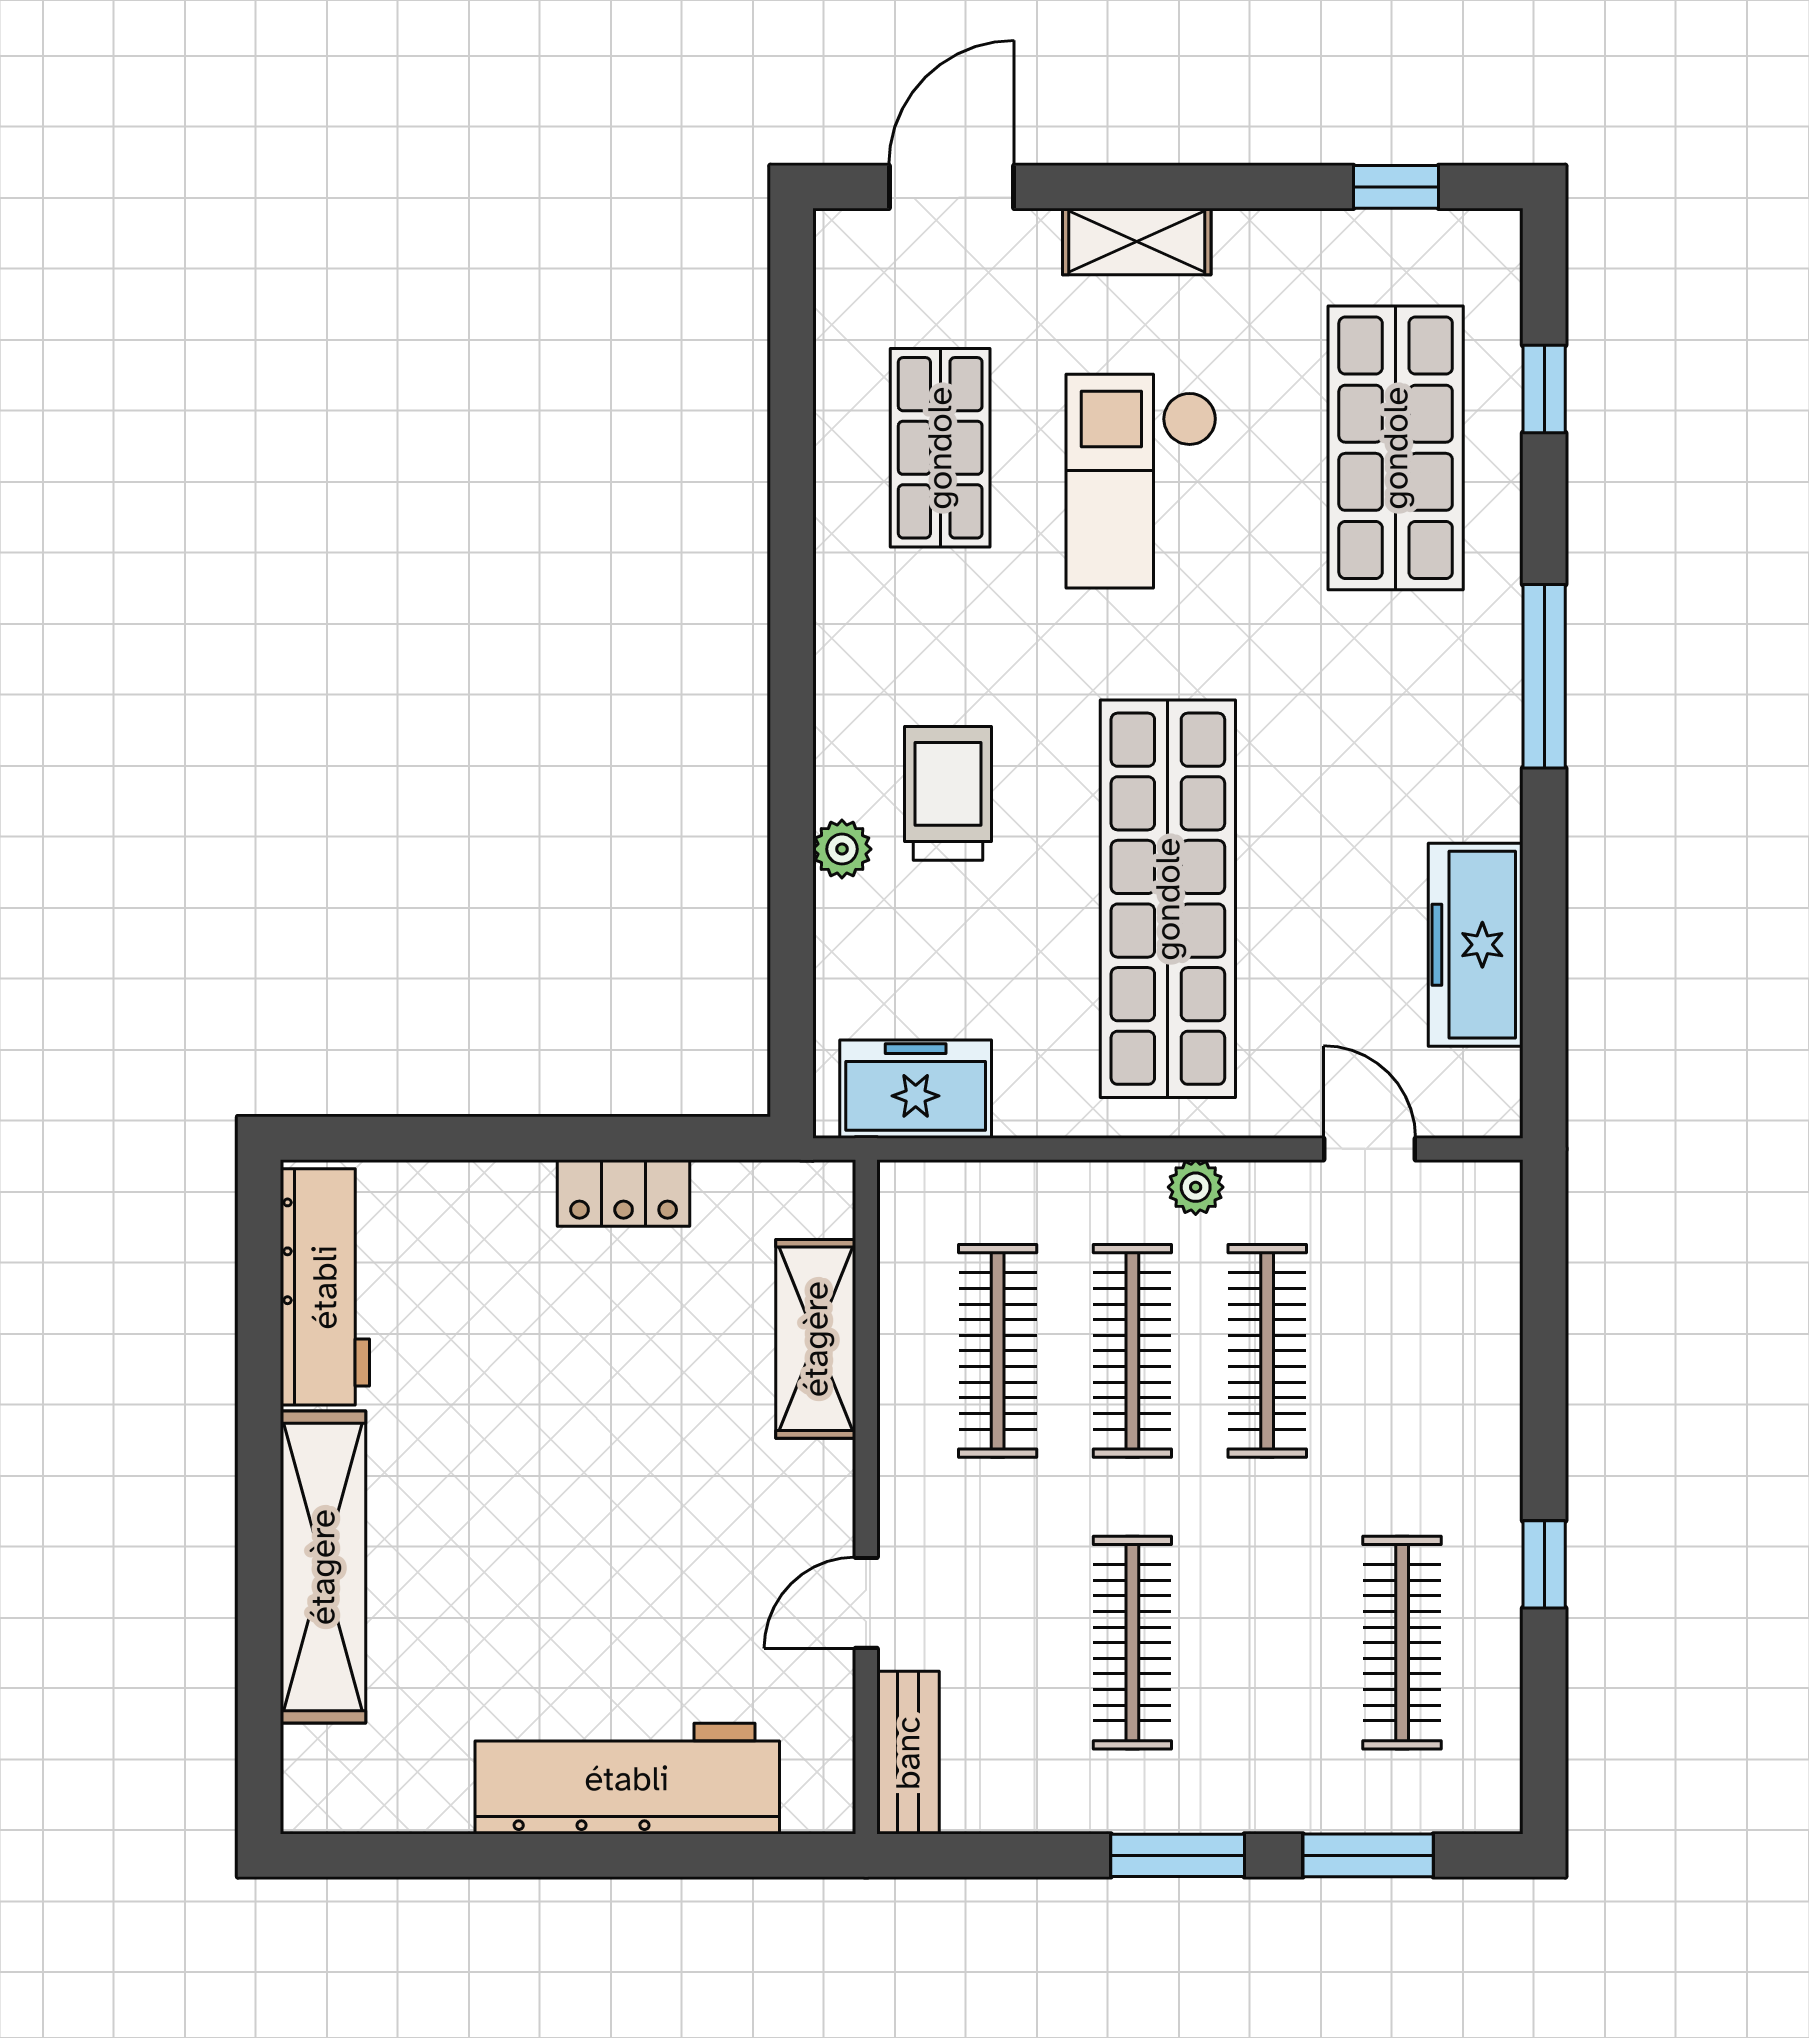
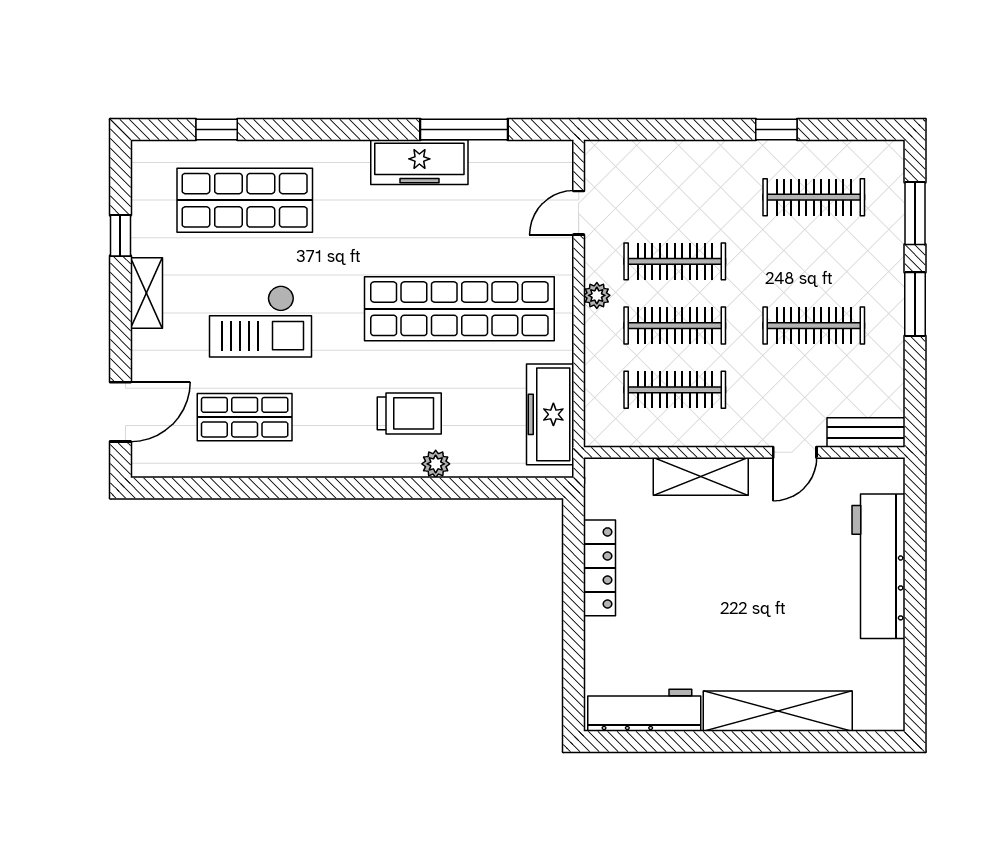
door: (952, 187) -> (120, 412), swing flipped
window: (1396, 187) -> (120, 236), moved
shelving: (1137, 242) -> (146, 293), moved
window: (1544, 676) -> (464, 129), moved
trolley: (948, 793) -> (409, 413), turned 180
freezer: (1476, 945) -> (419, 162), moved
freezer: (916, 1089) -> (550, 414), width x1.40
locker: (624, 1193) -> (600, 568), width x1.53
shelving: (816, 1339) -> (701, 476), moved
door: (866, 1603) -> (795, 452), hinge flipped

